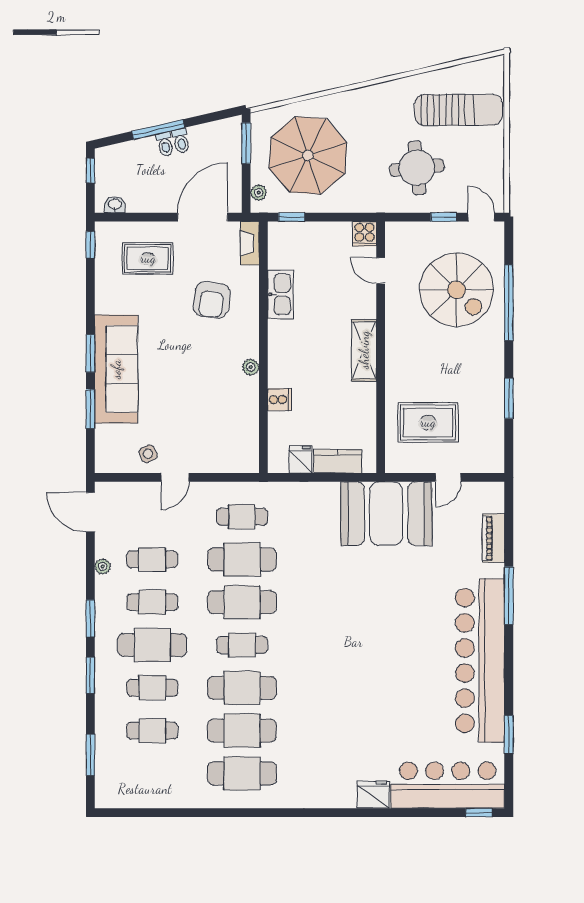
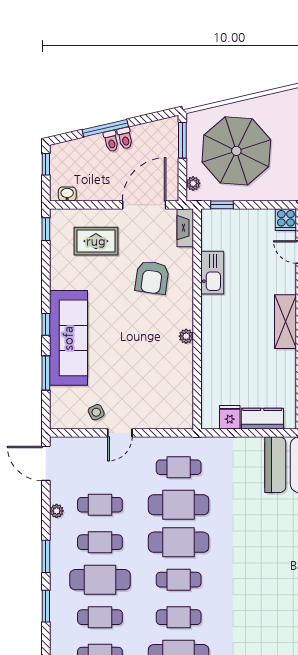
window: (90, 353) -> (46, 324), width x0.67
cooker: (279, 400) -> (211, 365), removed
cafe table: (242, 688) -> (179, 617), width x0.73, depth x0.74

